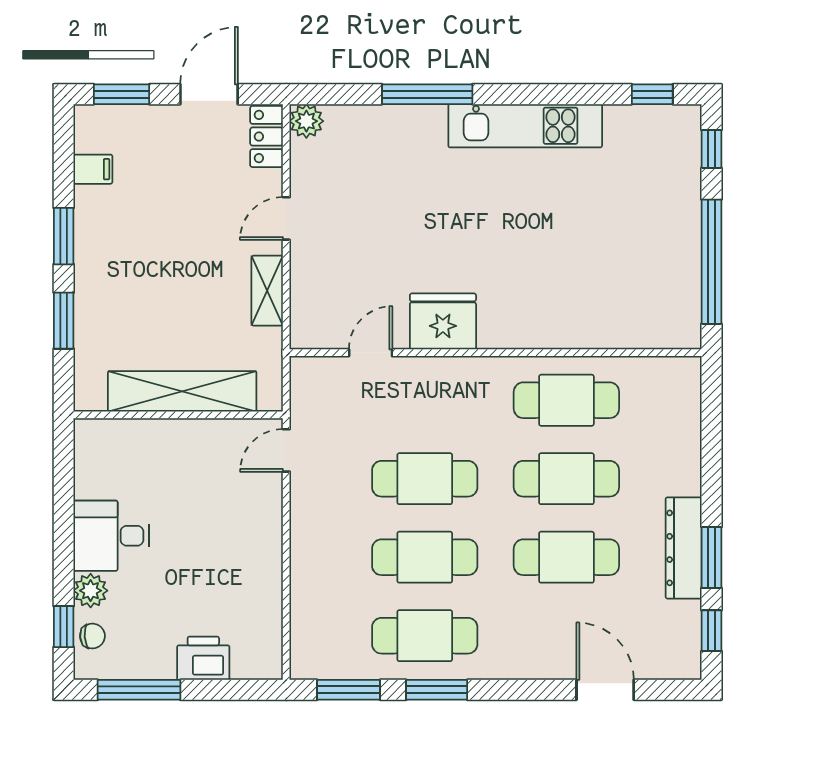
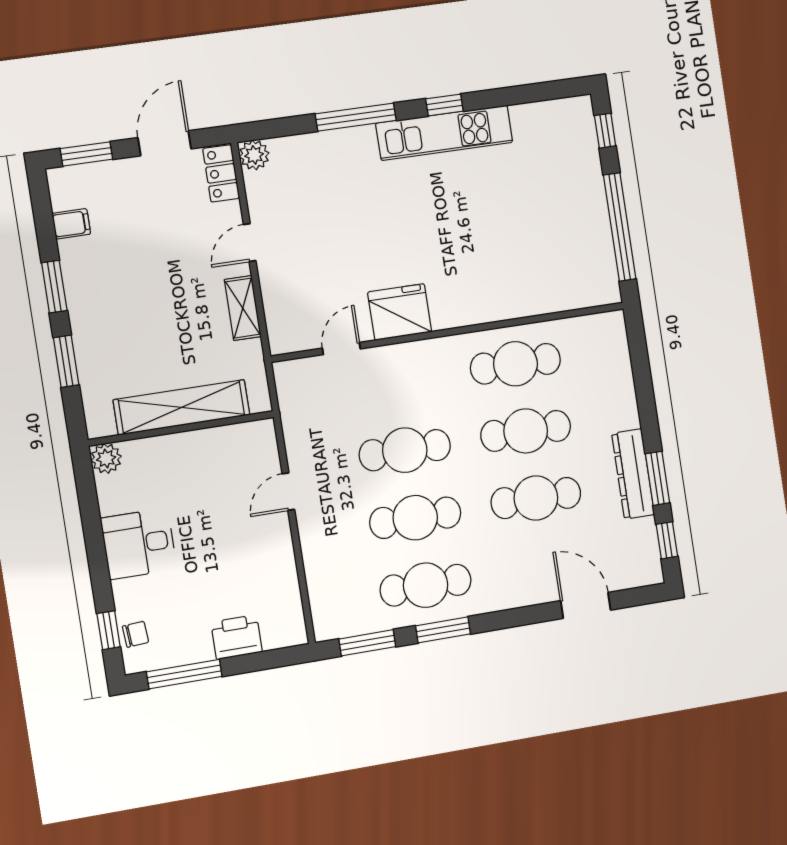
window: (652, 94) -> (444, 105), moved
door: (286, 450) -> (288, 492), moved
plant: (91, 591) -> (106, 458), moved

